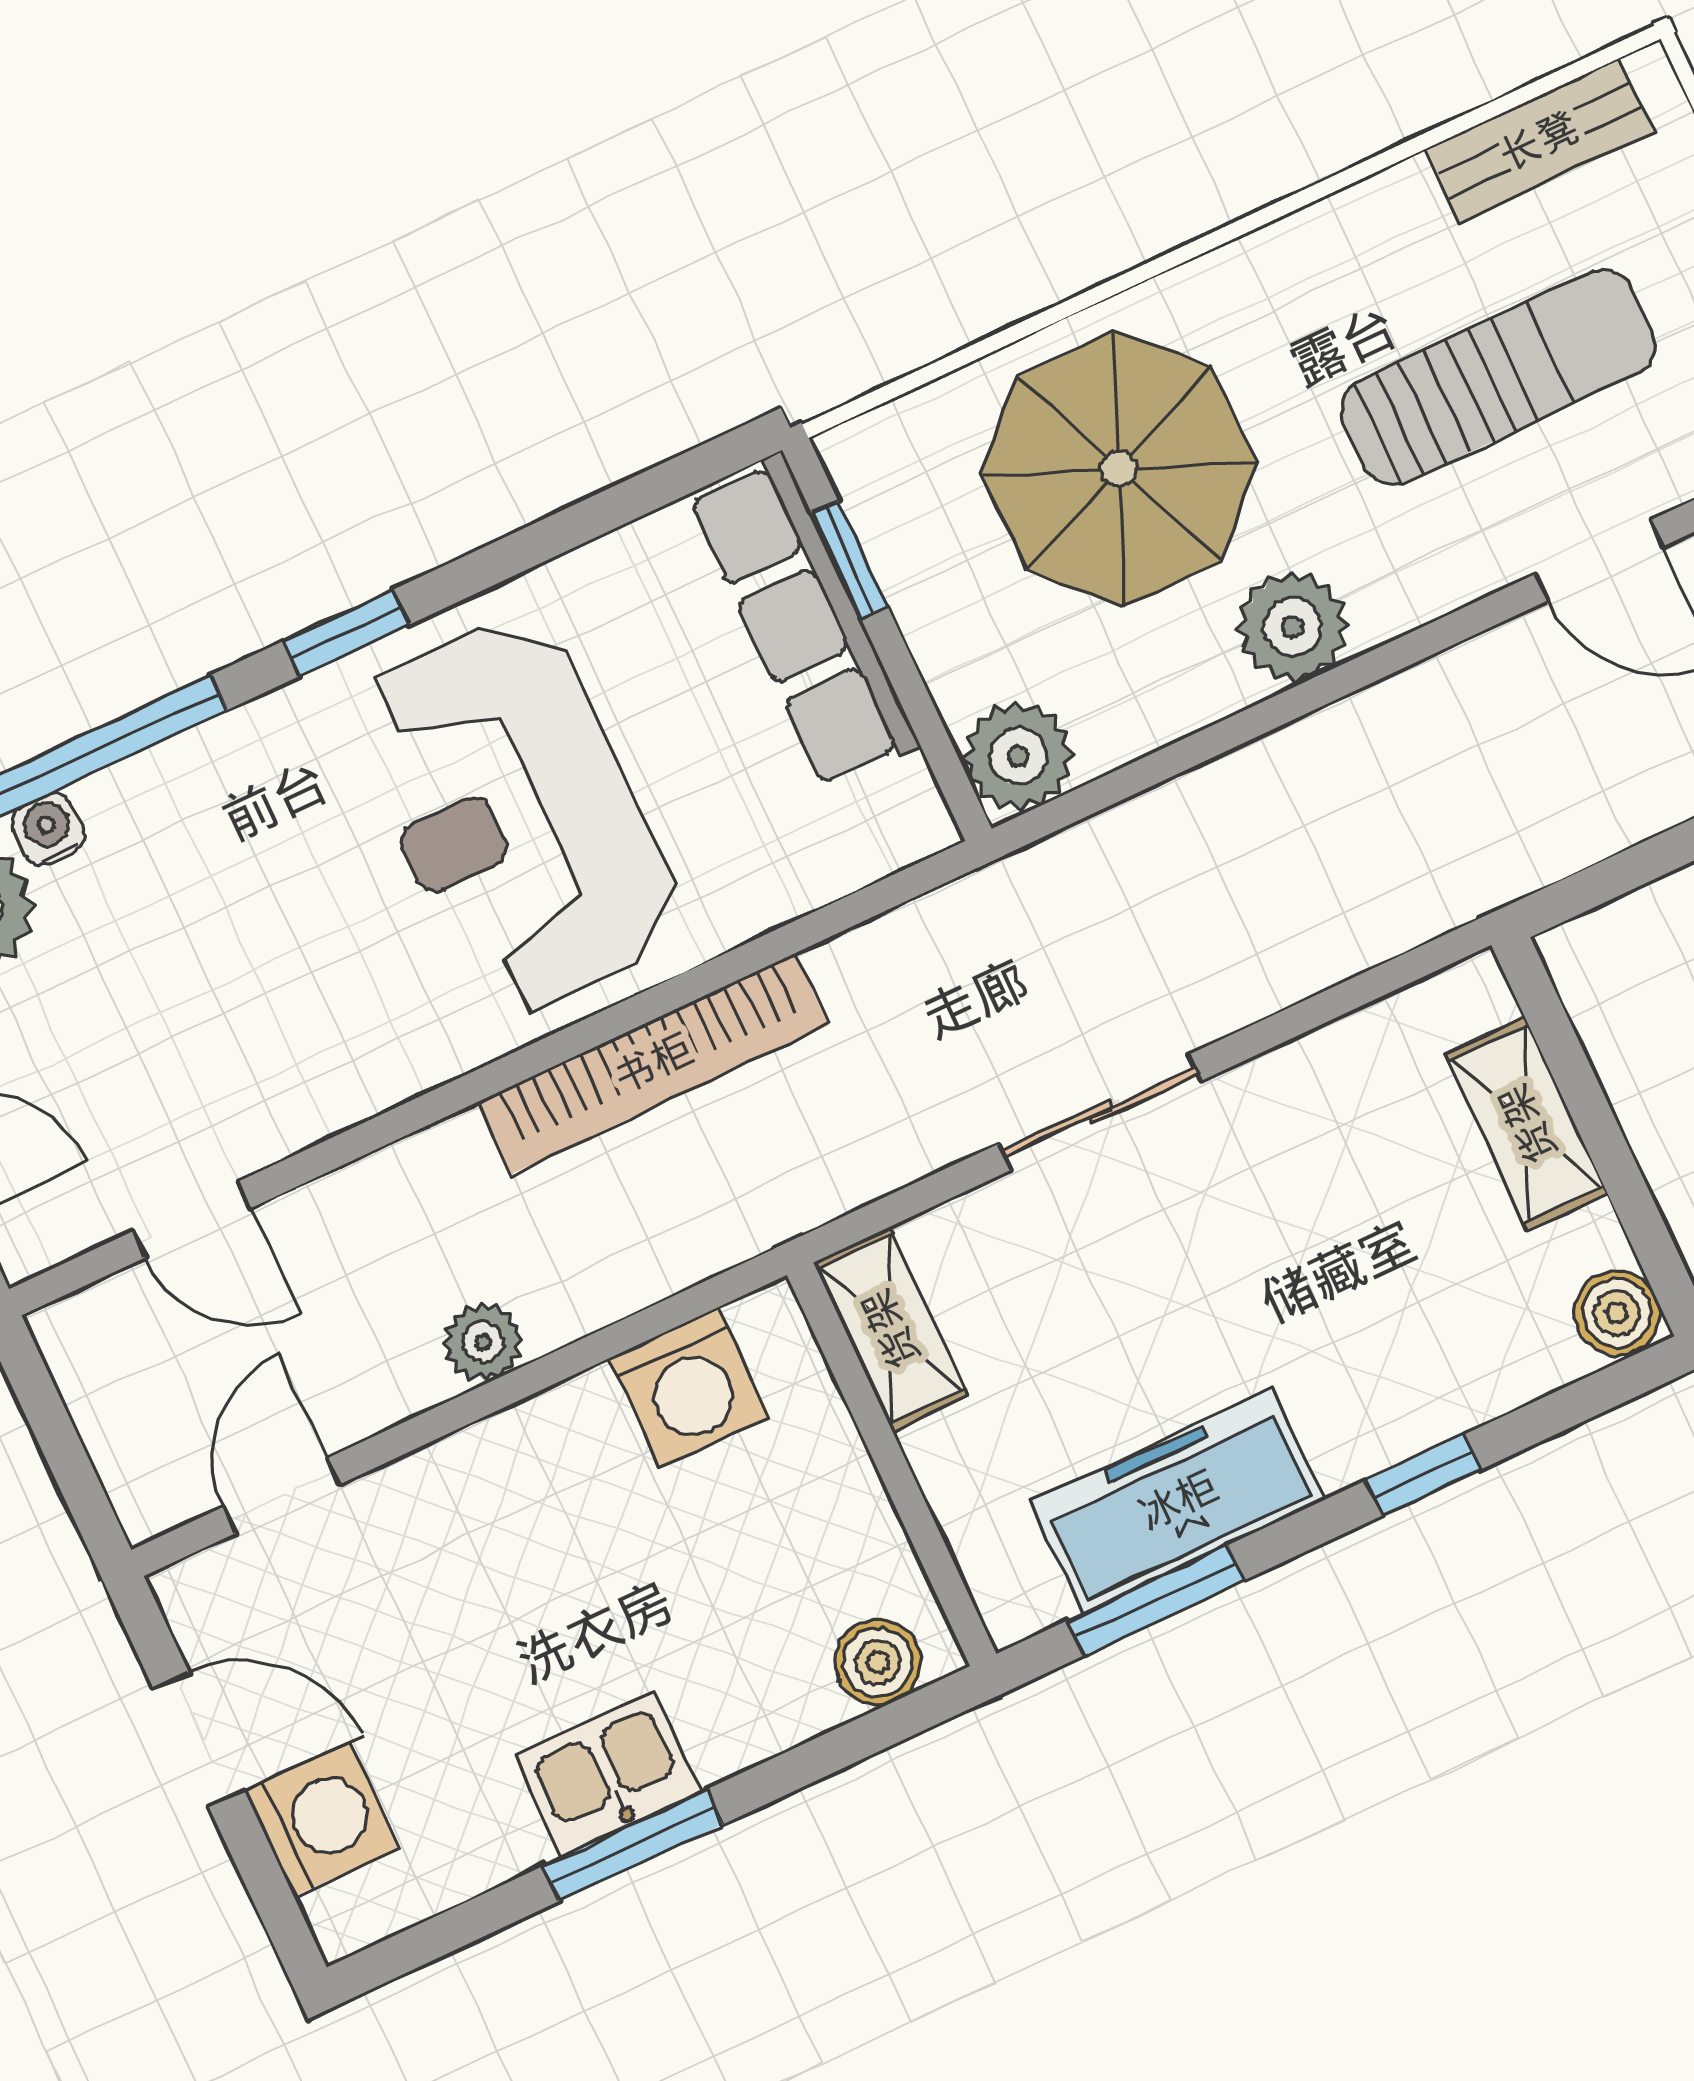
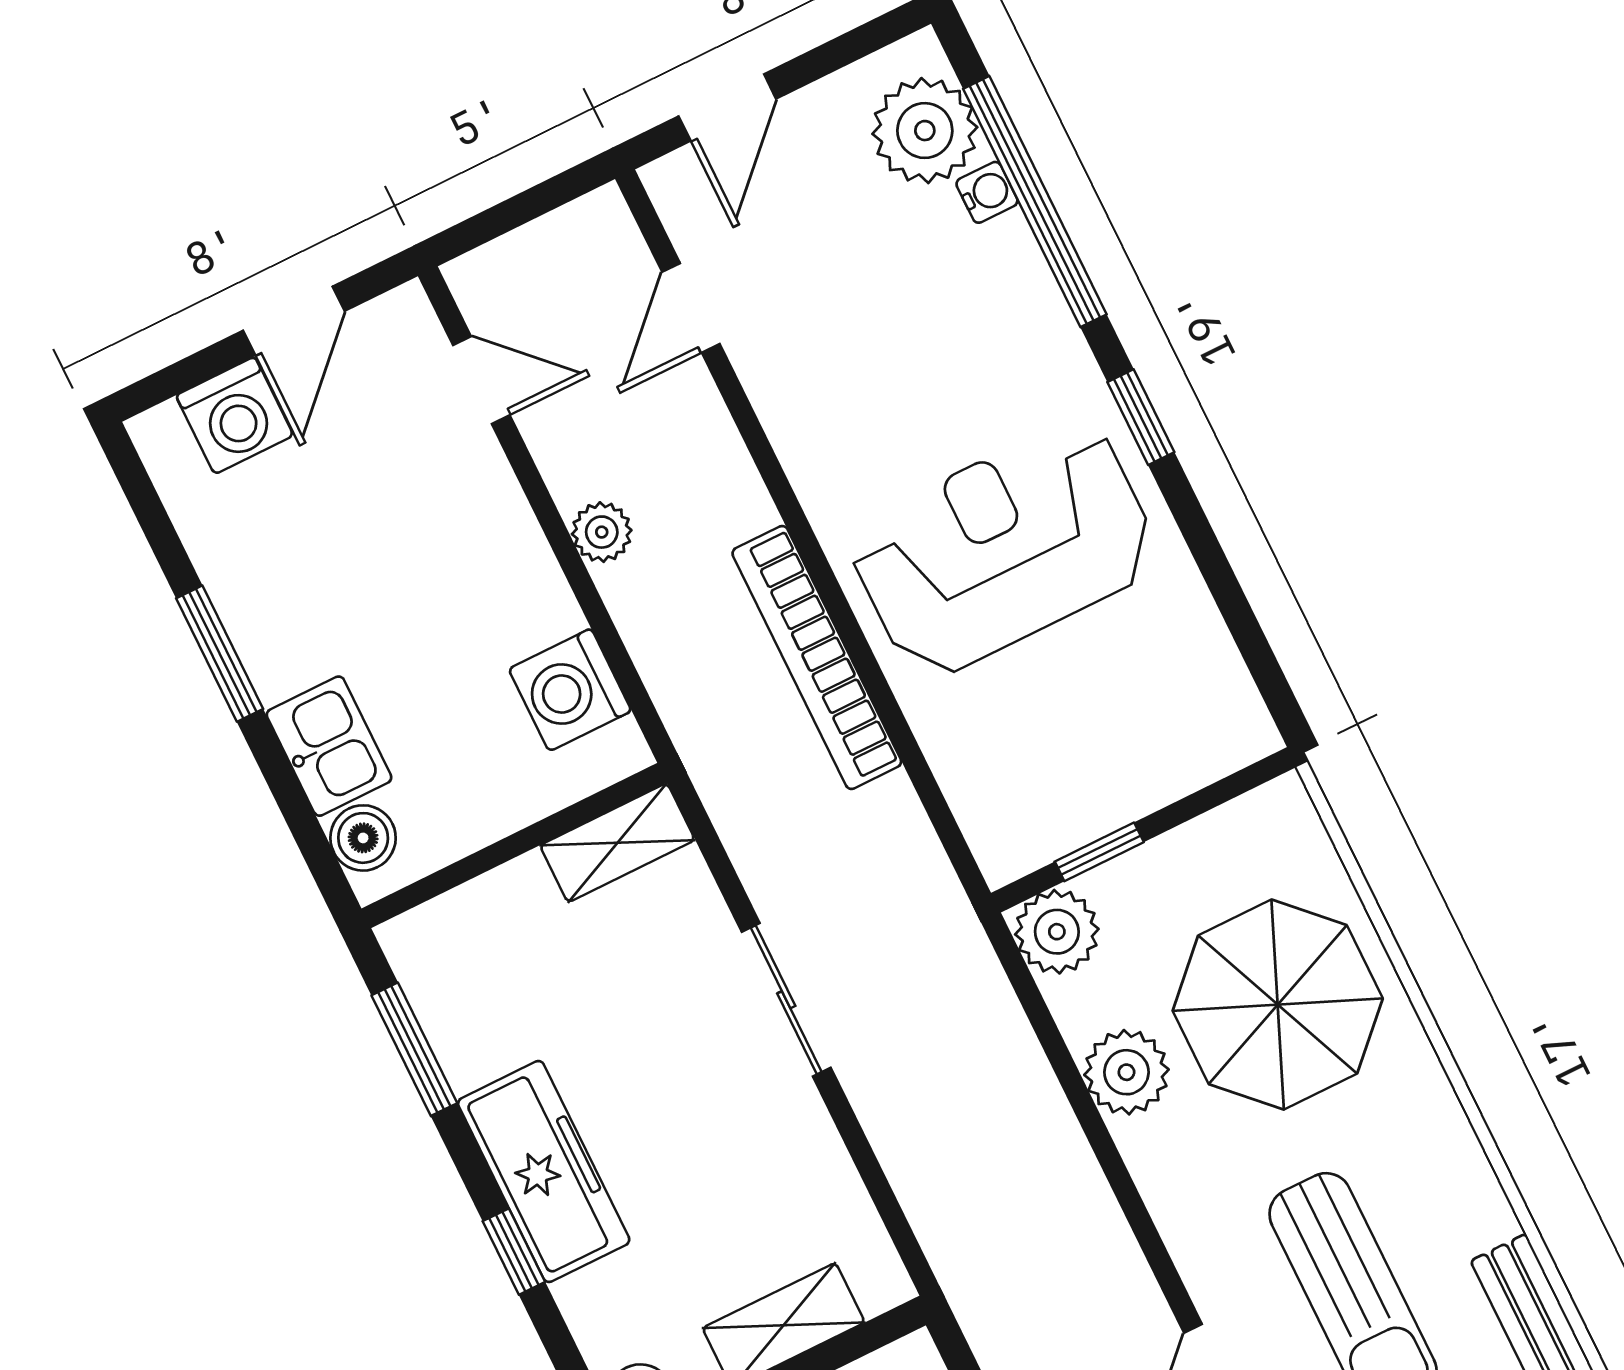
window: (850, 560) -> (1099, 852), moved
row of seats: (804, 621) -> (1157, 766), removed
plant: (1293, 627) -> (1126, 1072), moved
freezer: (1178, 1500) -> (544, 1172), moved
kitchen sink: (608, 1774) -> (329, 746), moved

